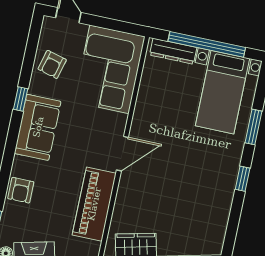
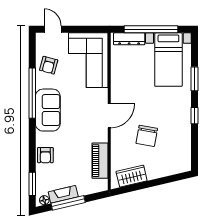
window: (21, 99) -> (32, 93), width x3.17
chair: (169, 193) -> (147, 136), added
piano: (94, 204) -> (100, 161), width x0.73, depth x0.75

